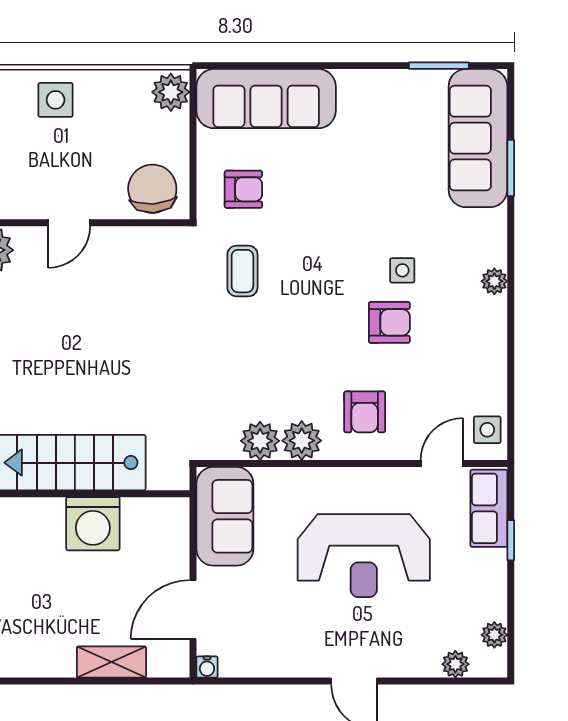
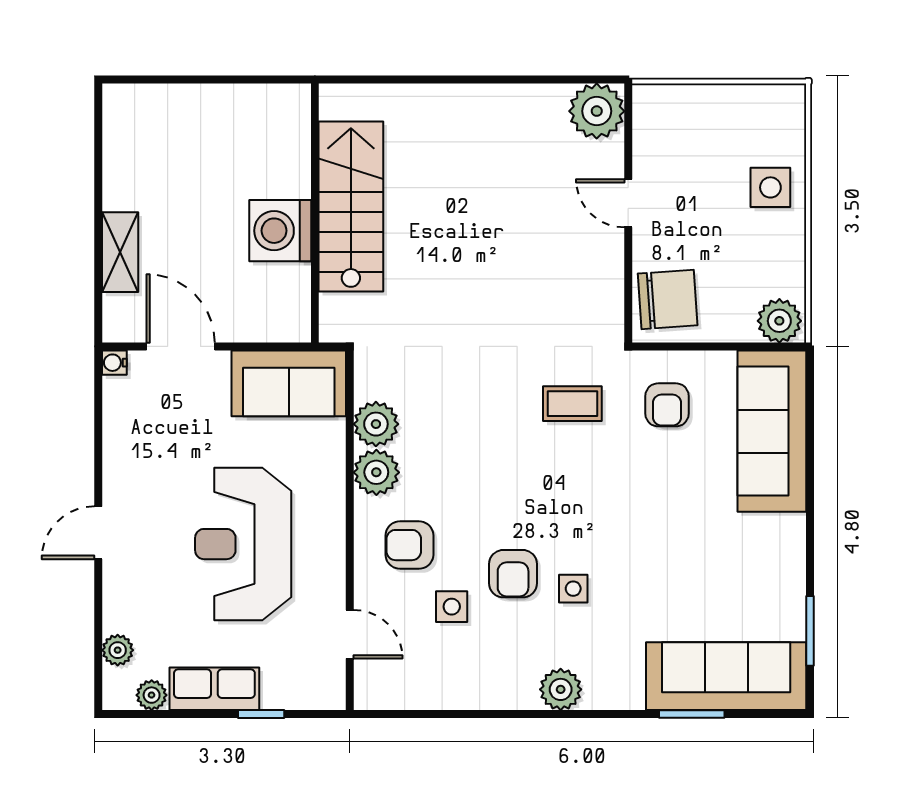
plant: (494, 281) -> (561, 689), width x1.38, depth x1.38
side table: (487, 430) -> (452, 607), moved
row of seats: (489, 508) -> (214, 689), moved

